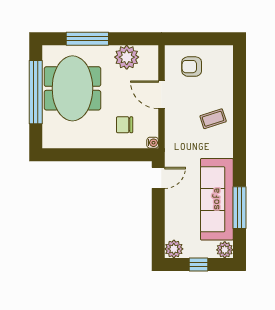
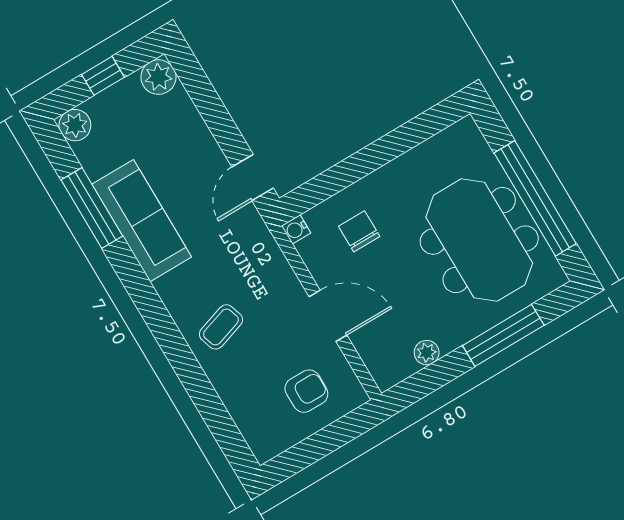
plant: (127, 57) -> (427, 353), width x0.53, depth x0.53
chair: (125, 125) -> (359, 231), turned -90
sofa: (217, 199) -> (142, 221), width x0.74, depth x0.79

